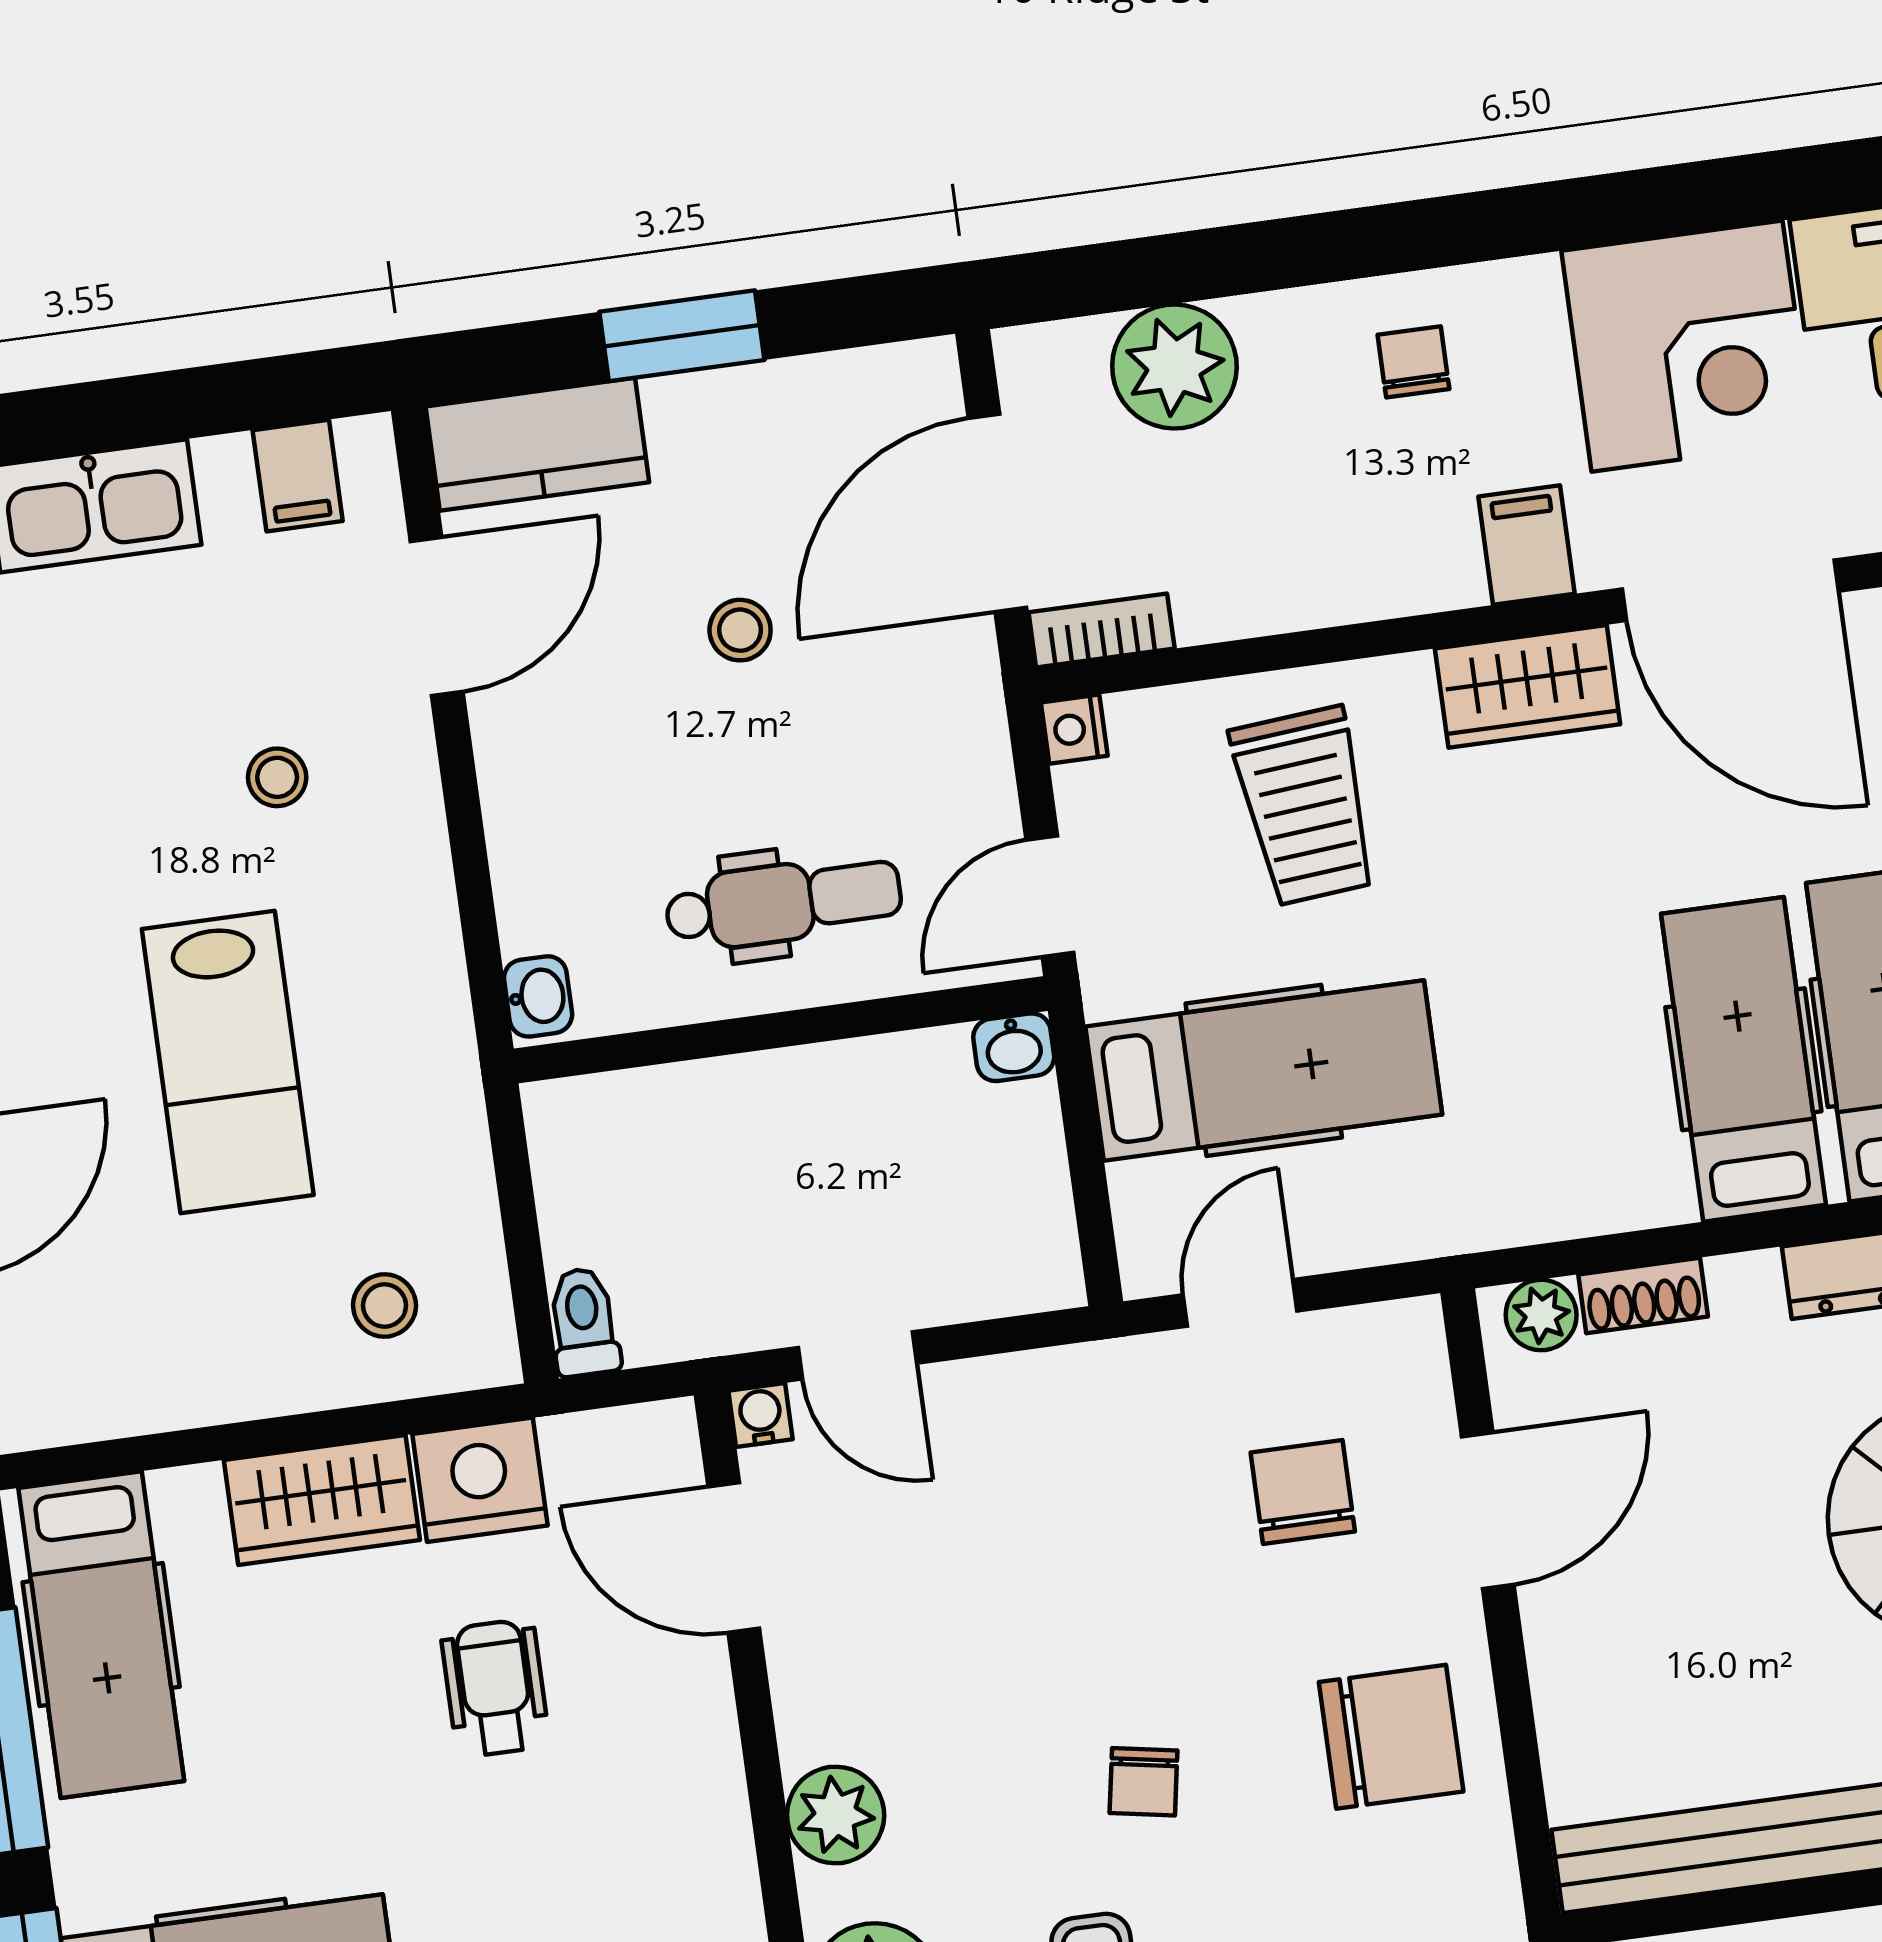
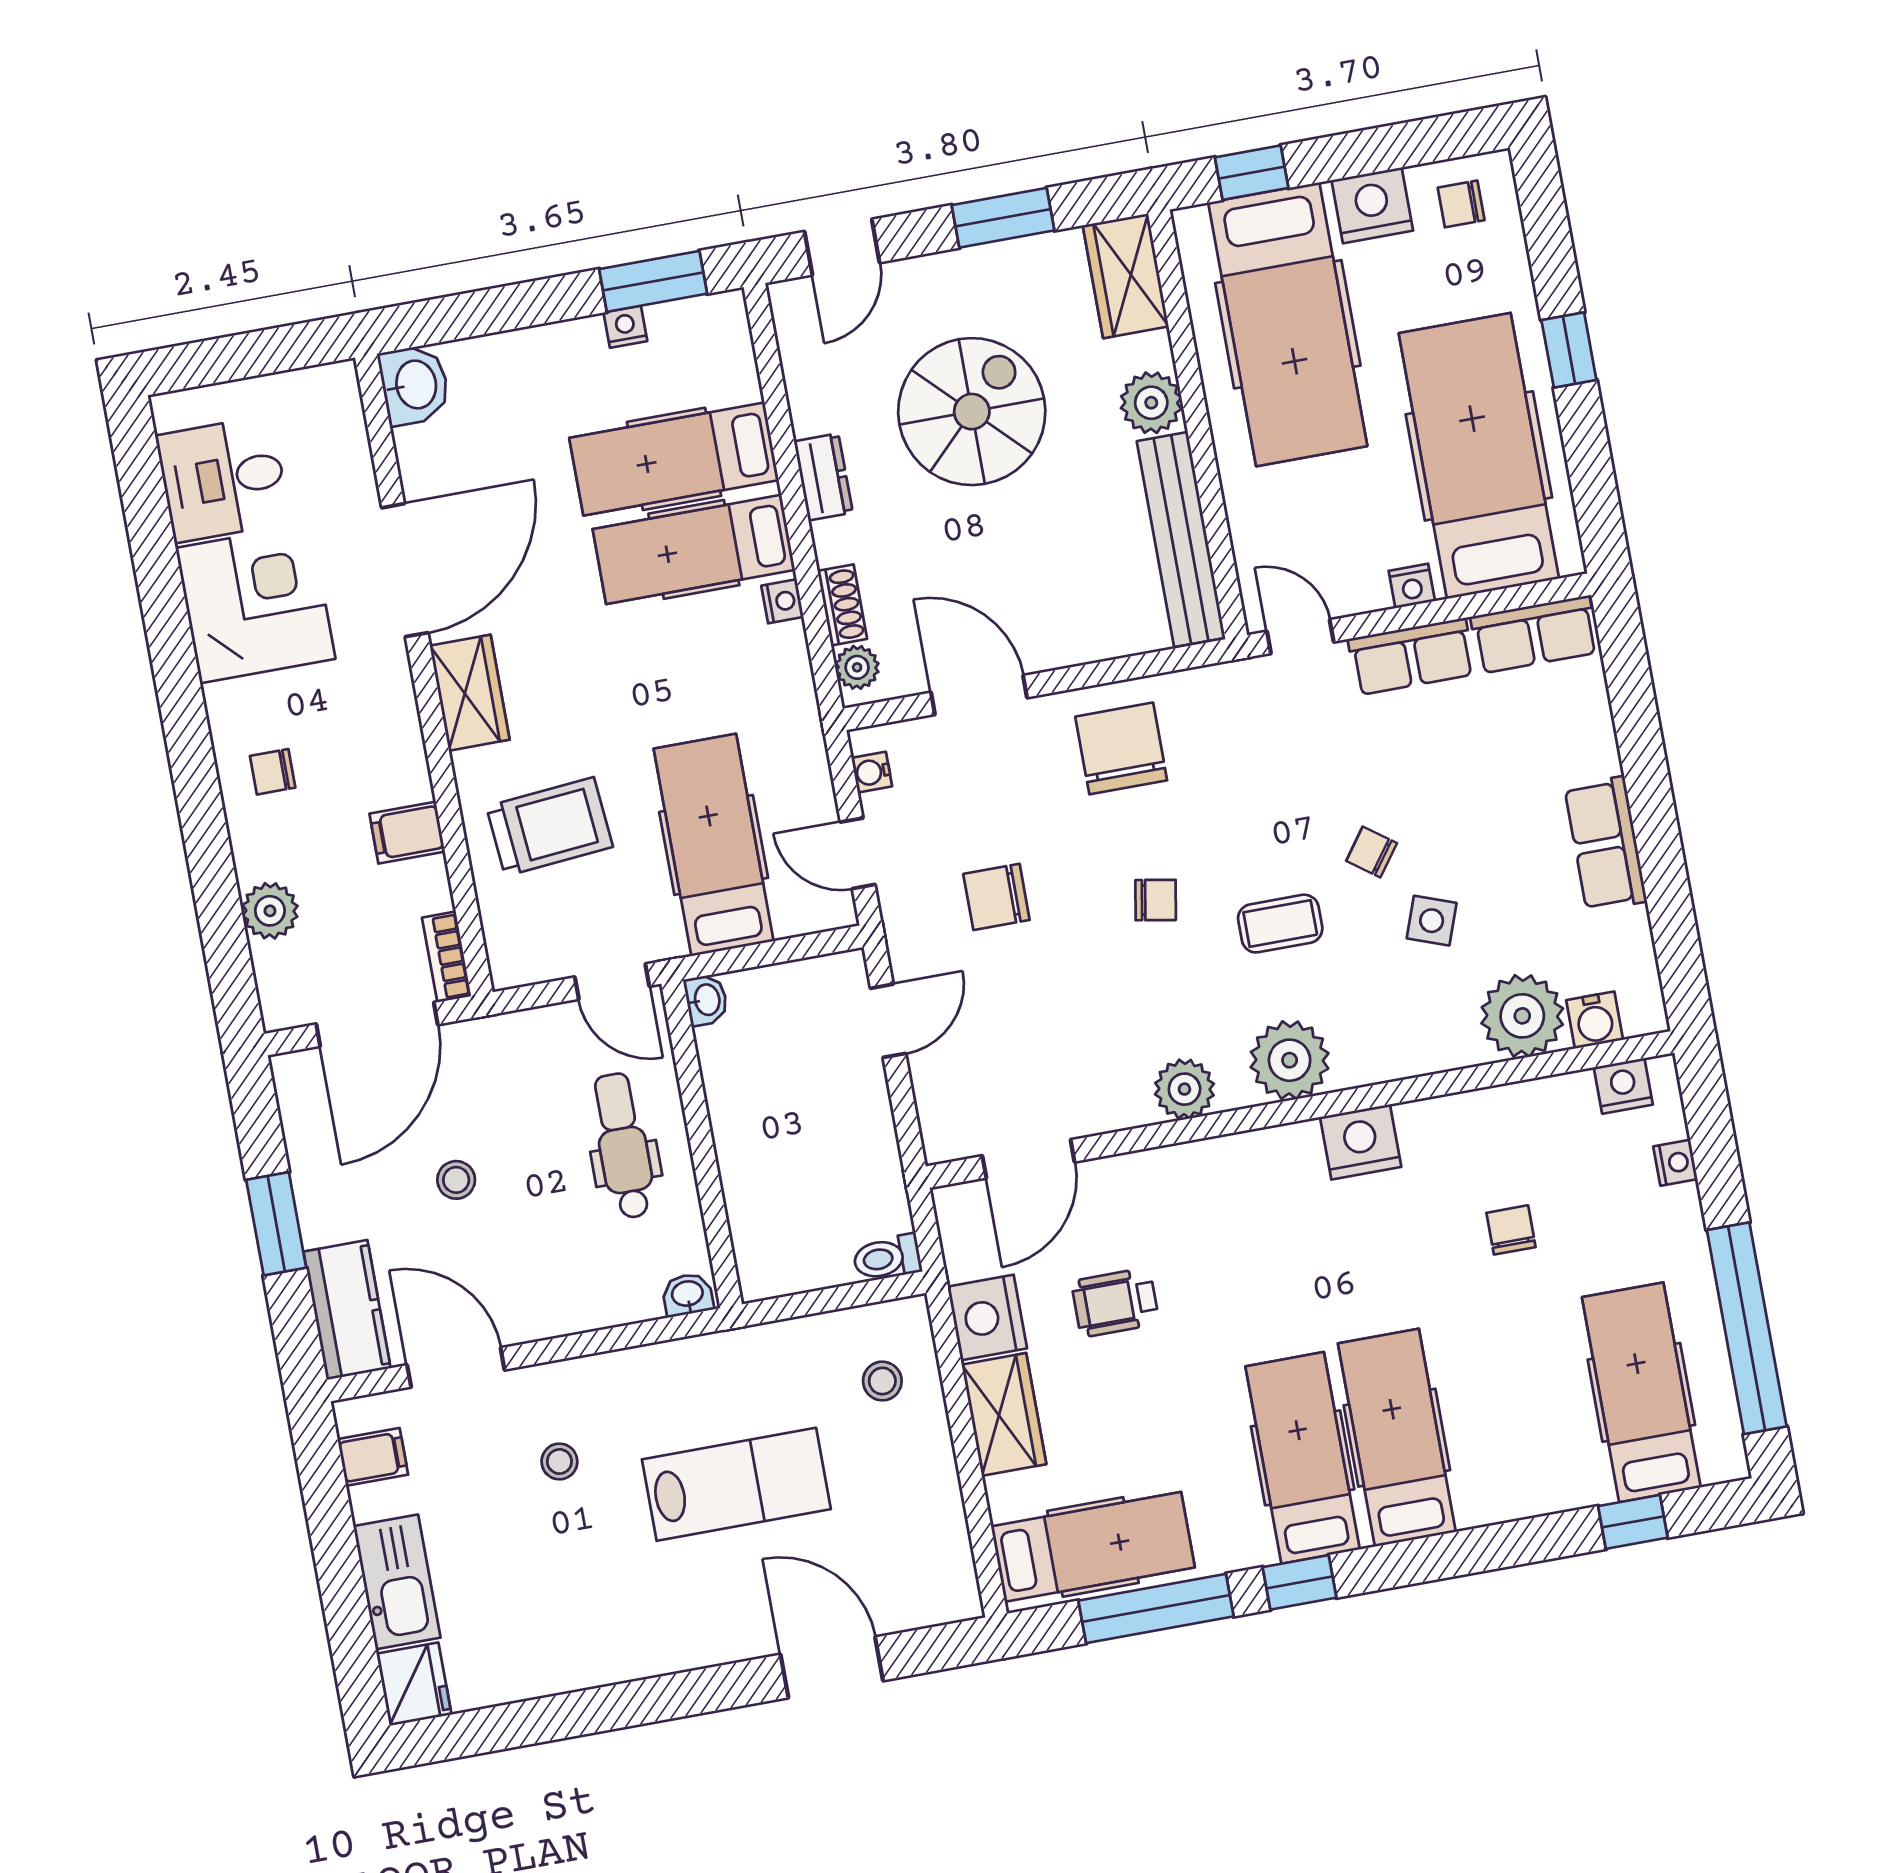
plant: (1174, 367) -> (270, 911), width x0.73, depth x0.73
door: (997, 513) -> (377, 1024), hinge flipped
filing cabinet: (1527, 545) -> (407, 833), moved
nightstand: (1074, 729) -> (782, 601), moved, turned -90
door: (857, 1355) -> (888, 1021), moved
water cooler: (761, 1415) -> (872, 772), moved
chair: (1303, 1492) -> (996, 897), moved

